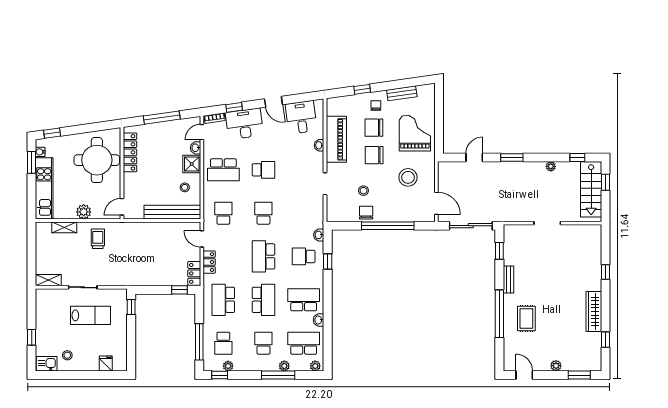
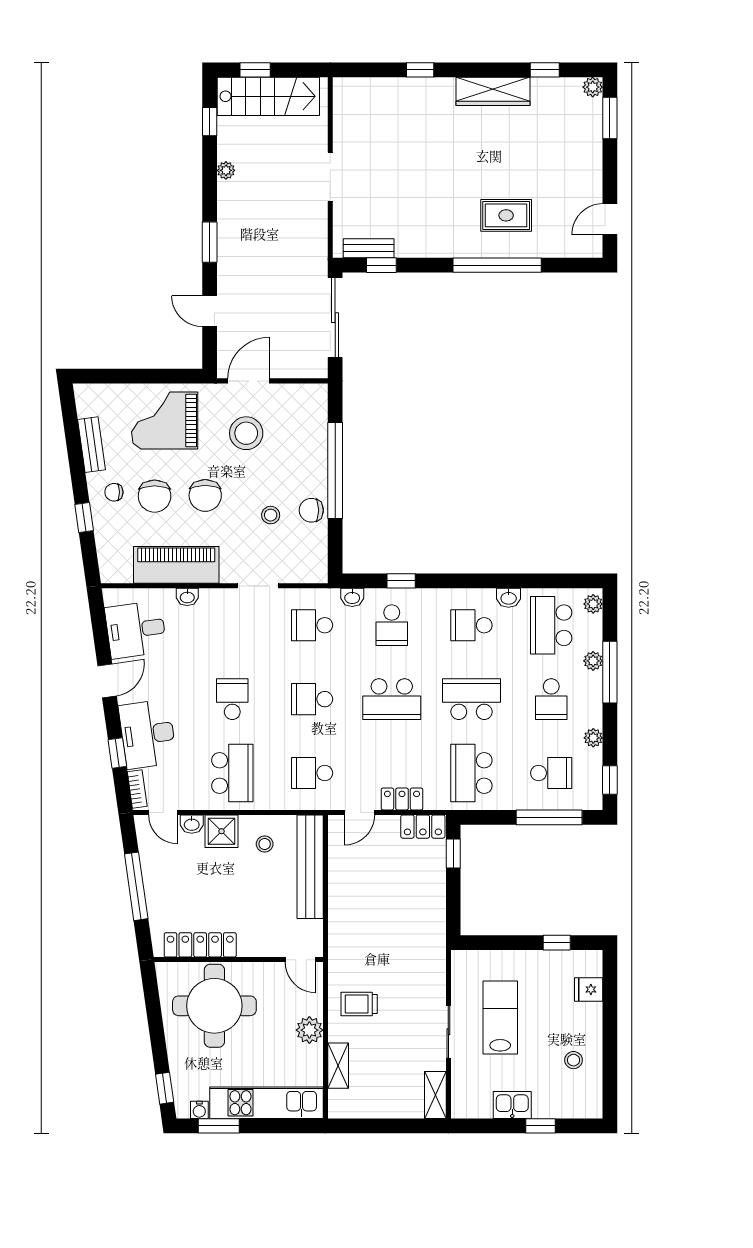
door: (436, 203) -> (249, 381), moved
school desk: (304, 213) -> (312, 625), added
bench: (509, 280) -> (369, 248), moved
school desk: (223, 300) -> (471, 773), turned 90
school desk: (304, 300) -> (471, 625), width x0.54
window: (131, 307) -> (557, 943), moved
school desk: (263, 343) -> (551, 699), turned -90
kitchen sink: (47, 364) -> (512, 1105), moved, turned 90
plant: (228, 366) -> (593, 738), moved
plant: (556, 366) -> (593, 87), moved

